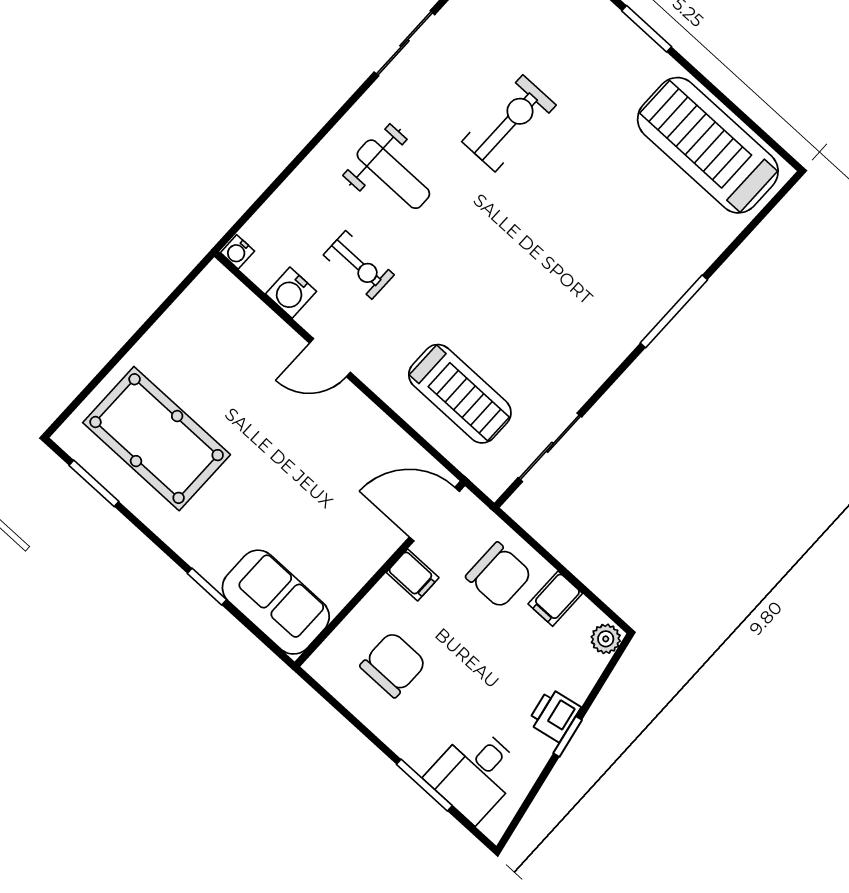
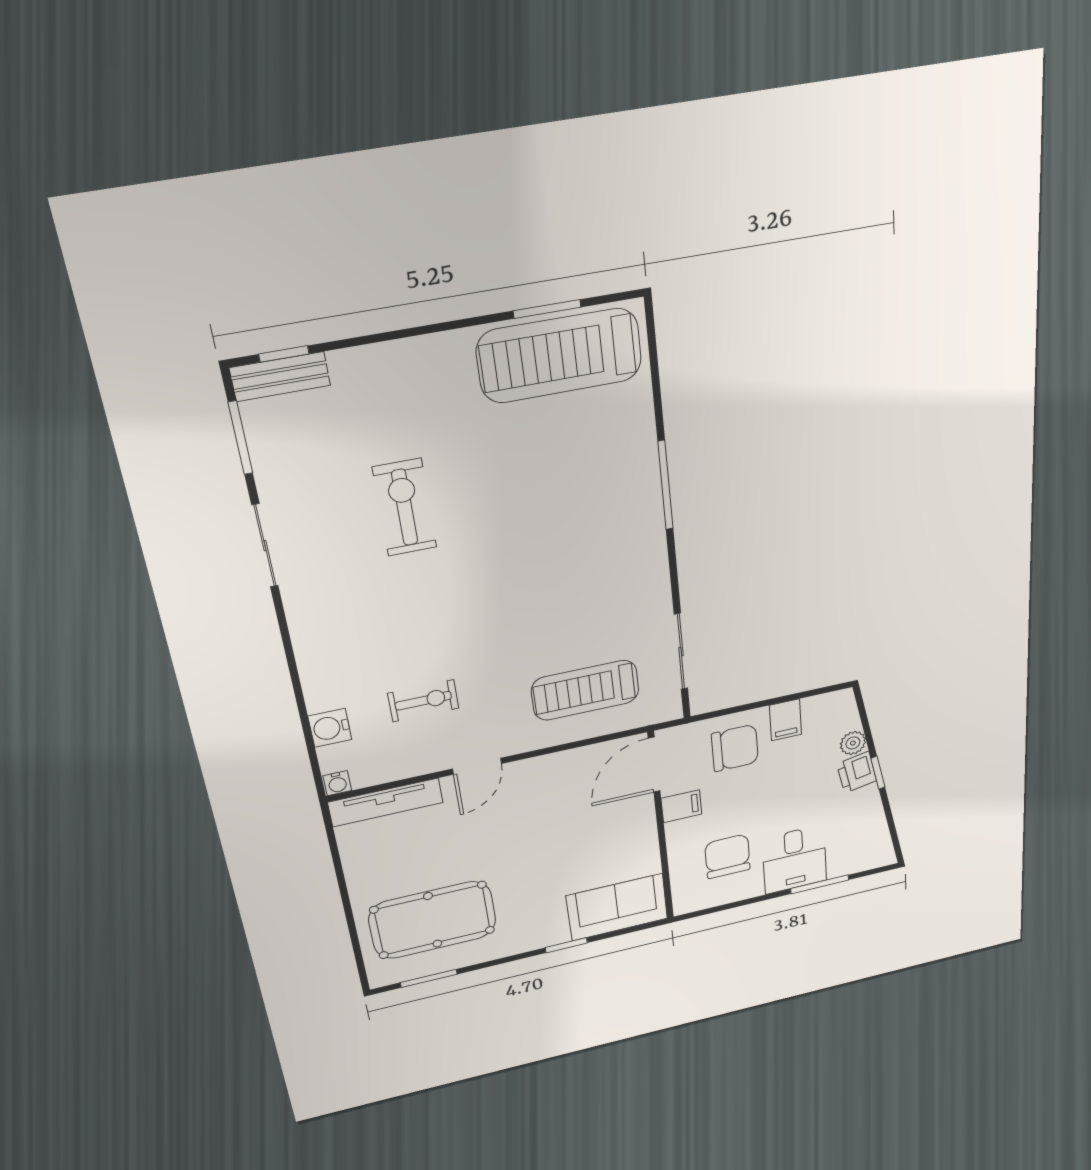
window: (647, 29) -> (547, 309), moved
weight bench: (393, 174) -> (372, 628), removed
water cooler: (291, 293) -> (330, 728), moved, turned 90
tv unit: (246, 306) -> (386, 802), added
treadmill: (460, 394) -> (585, 690), turned 180
plant: (606, 639) -> (853, 743), moved
desk: (475, 774) -> (794, 859), moved

